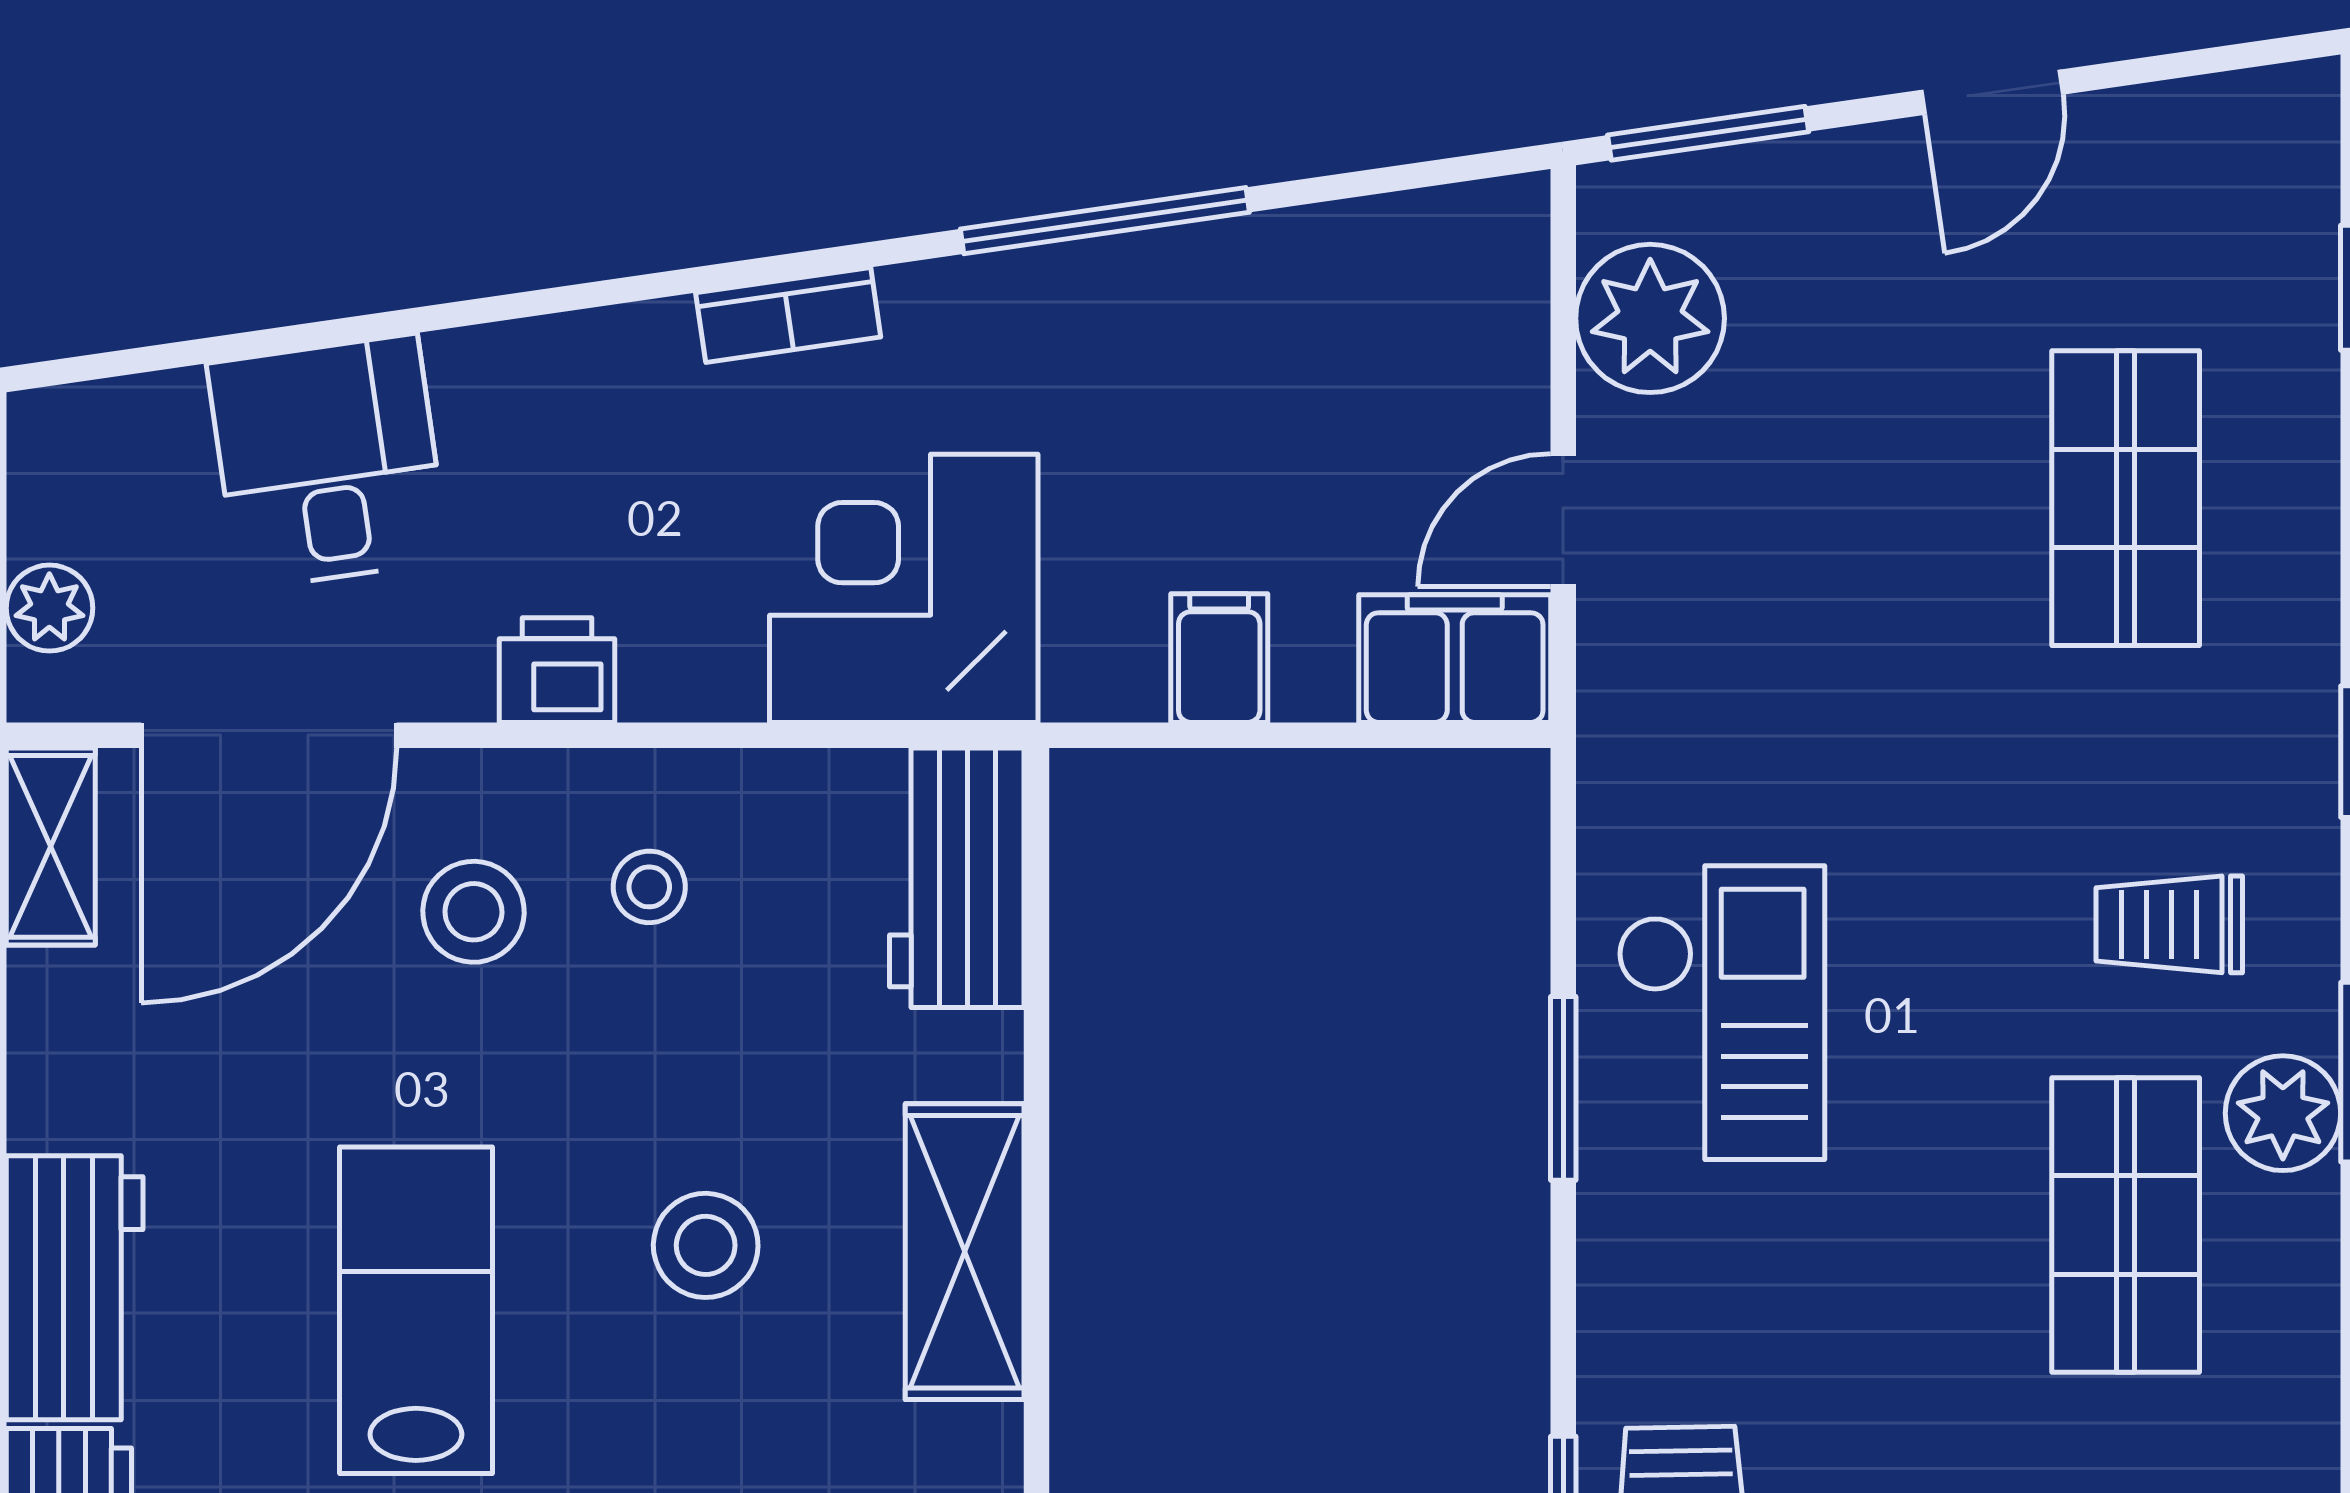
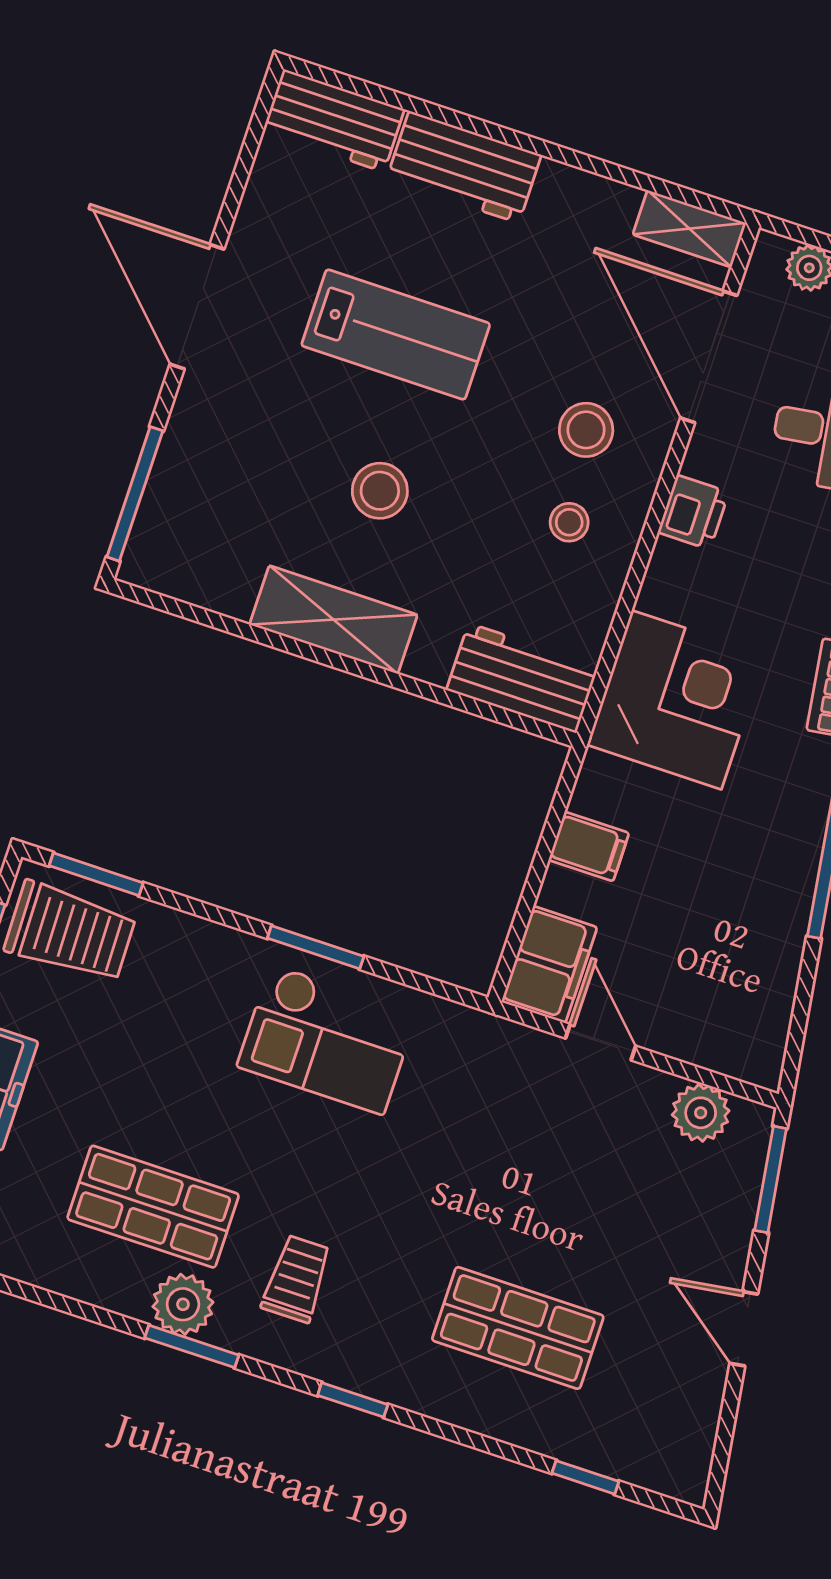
plant: (1650, 318) -> (701, 1113), width x0.73, depth x0.73

